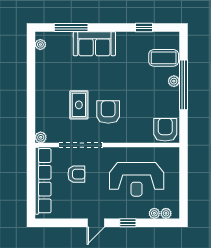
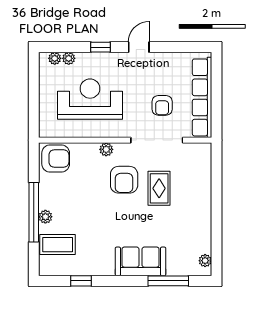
armchair: (165, 130) -> (56, 158), turned -90
plant: (41, 137) -> (106, 149), moved
armchair: (76, 174) -> (162, 105), turned -90

